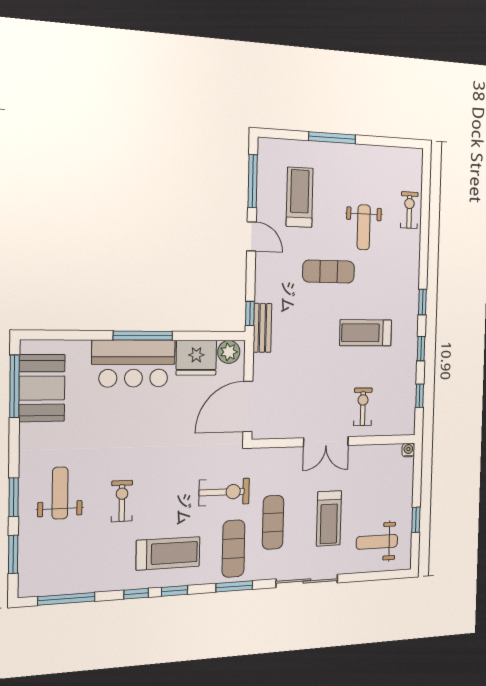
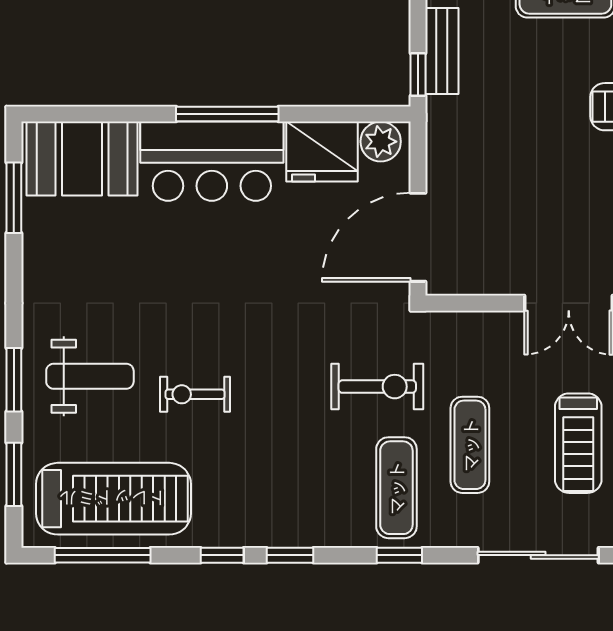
bench: (262, 328) -> (442, 51), moved
window: (14, 386) -> (14, 198), width x0.69
booth: (42, 388) -> (82, 159), moved, turned 90
weight bench: (60, 493) -> (90, 376), turned 90
exercise bike: (122, 501) -> (195, 394), turned -90
treadmill: (168, 553) -> (113, 499), moved, width x1.37, depth x1.38
window: (234, 586) -> (399, 555), width x0.67

